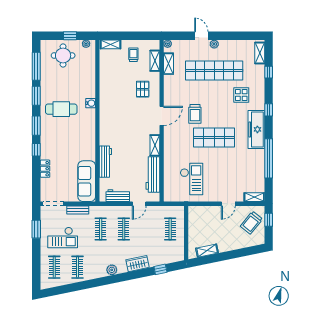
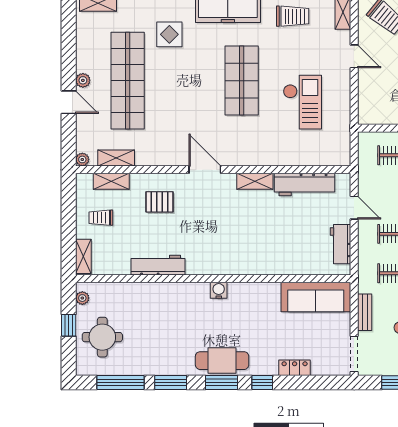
door: (201, 36) -> (69, 102), swing flipped
water cooler: (91, 103) -> (219, 290), moved
cafe table: (61, 109) -> (222, 361), moved, turned 90
trolley: (195, 114) -> (293, 16), moved
workbench: (105, 162) -> (158, 265), moved
checkout: (192, 179) -> (302, 102), moved, turned 90

